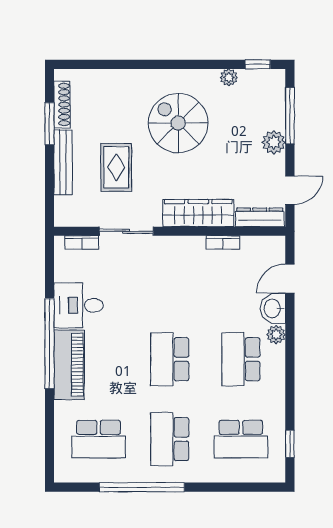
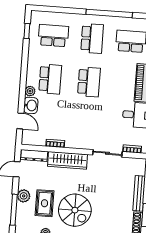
rug: (116, 167) -> (45, 203), moved
door: (290, 279) -> (20, 121), hinge flipped

